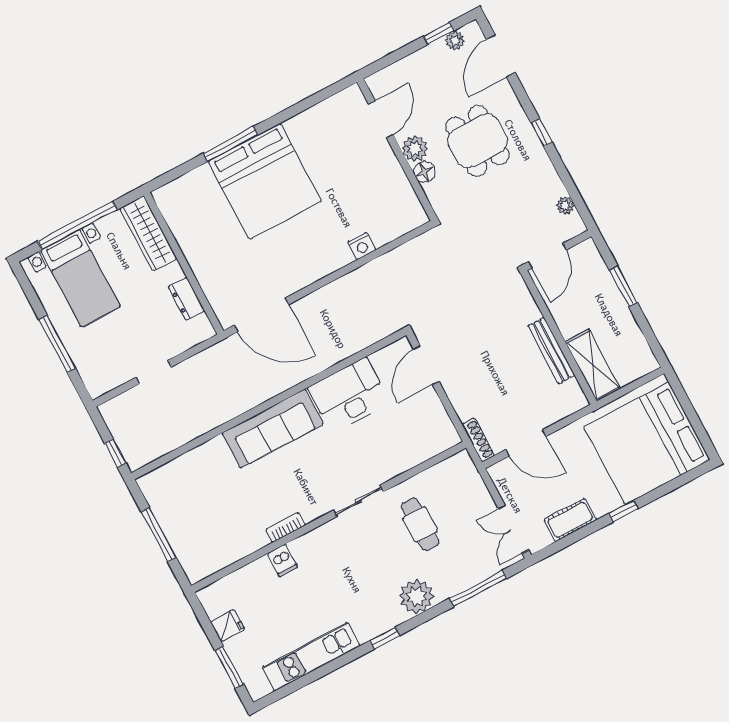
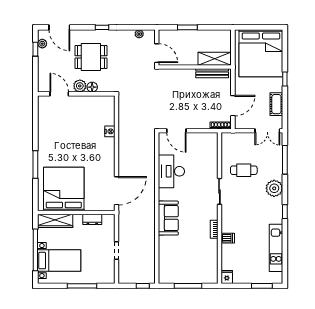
bed: (265, 181) -> (64, 189), moved, turned -90
bench: (551, 351) -> (212, 73), moved
sofa: (273, 429) -> (168, 218), width x0.73
fridge: (228, 626) -> (227, 277), moved

